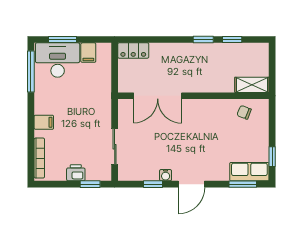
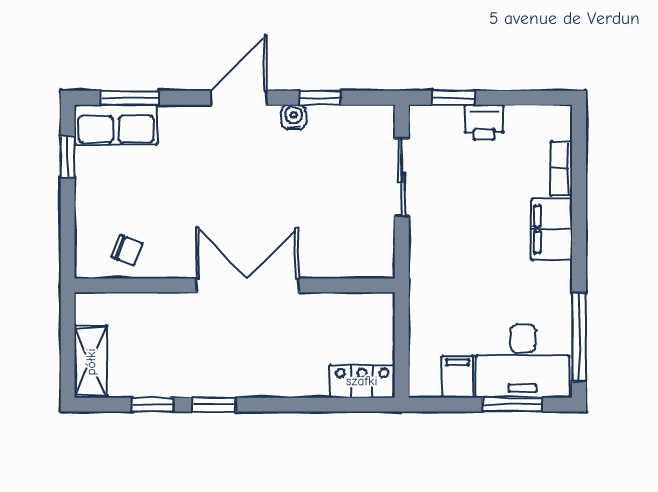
shelving: (252, 85) -> (91, 362), moved, turned 90
double door: (158, 96) -> (247, 285), moved
filing cabinet: (44, 122) -> (552, 229), width x2.00
bookcase: (39, 158) -> (561, 169), width x0.64

